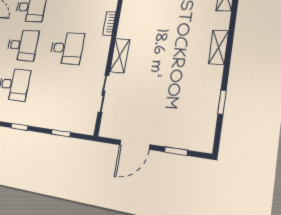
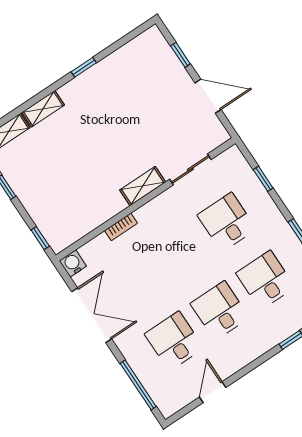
shelving: (218, 47) -> (43, 109), moved
desk: (67, 48) -> (227, 222), moved
window: (222, 102) -> (84, 67), moved

